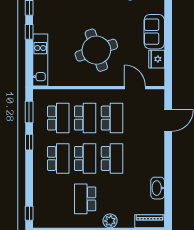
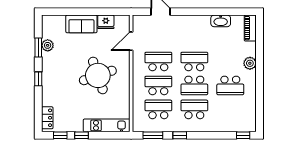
school desk: (85, 158) -> (194, 85), turned 180

